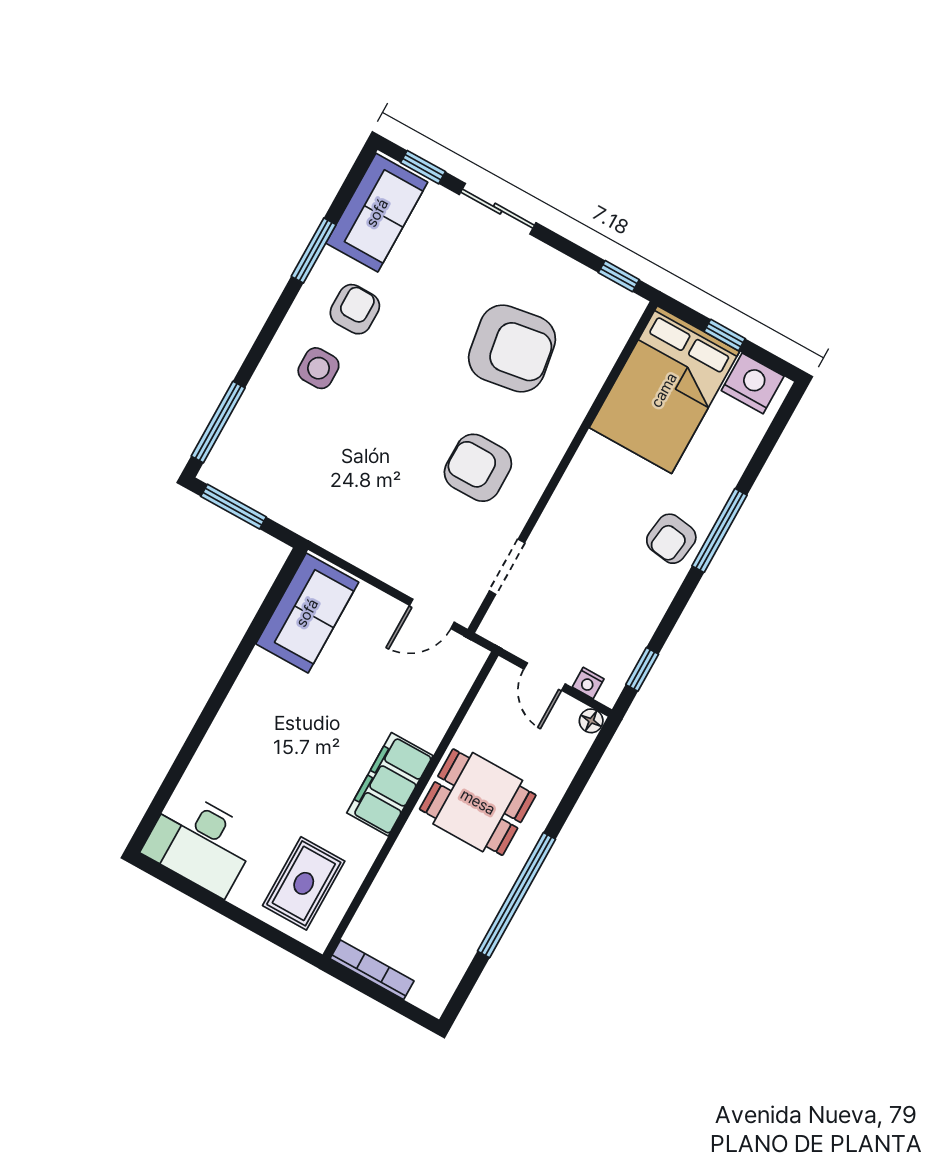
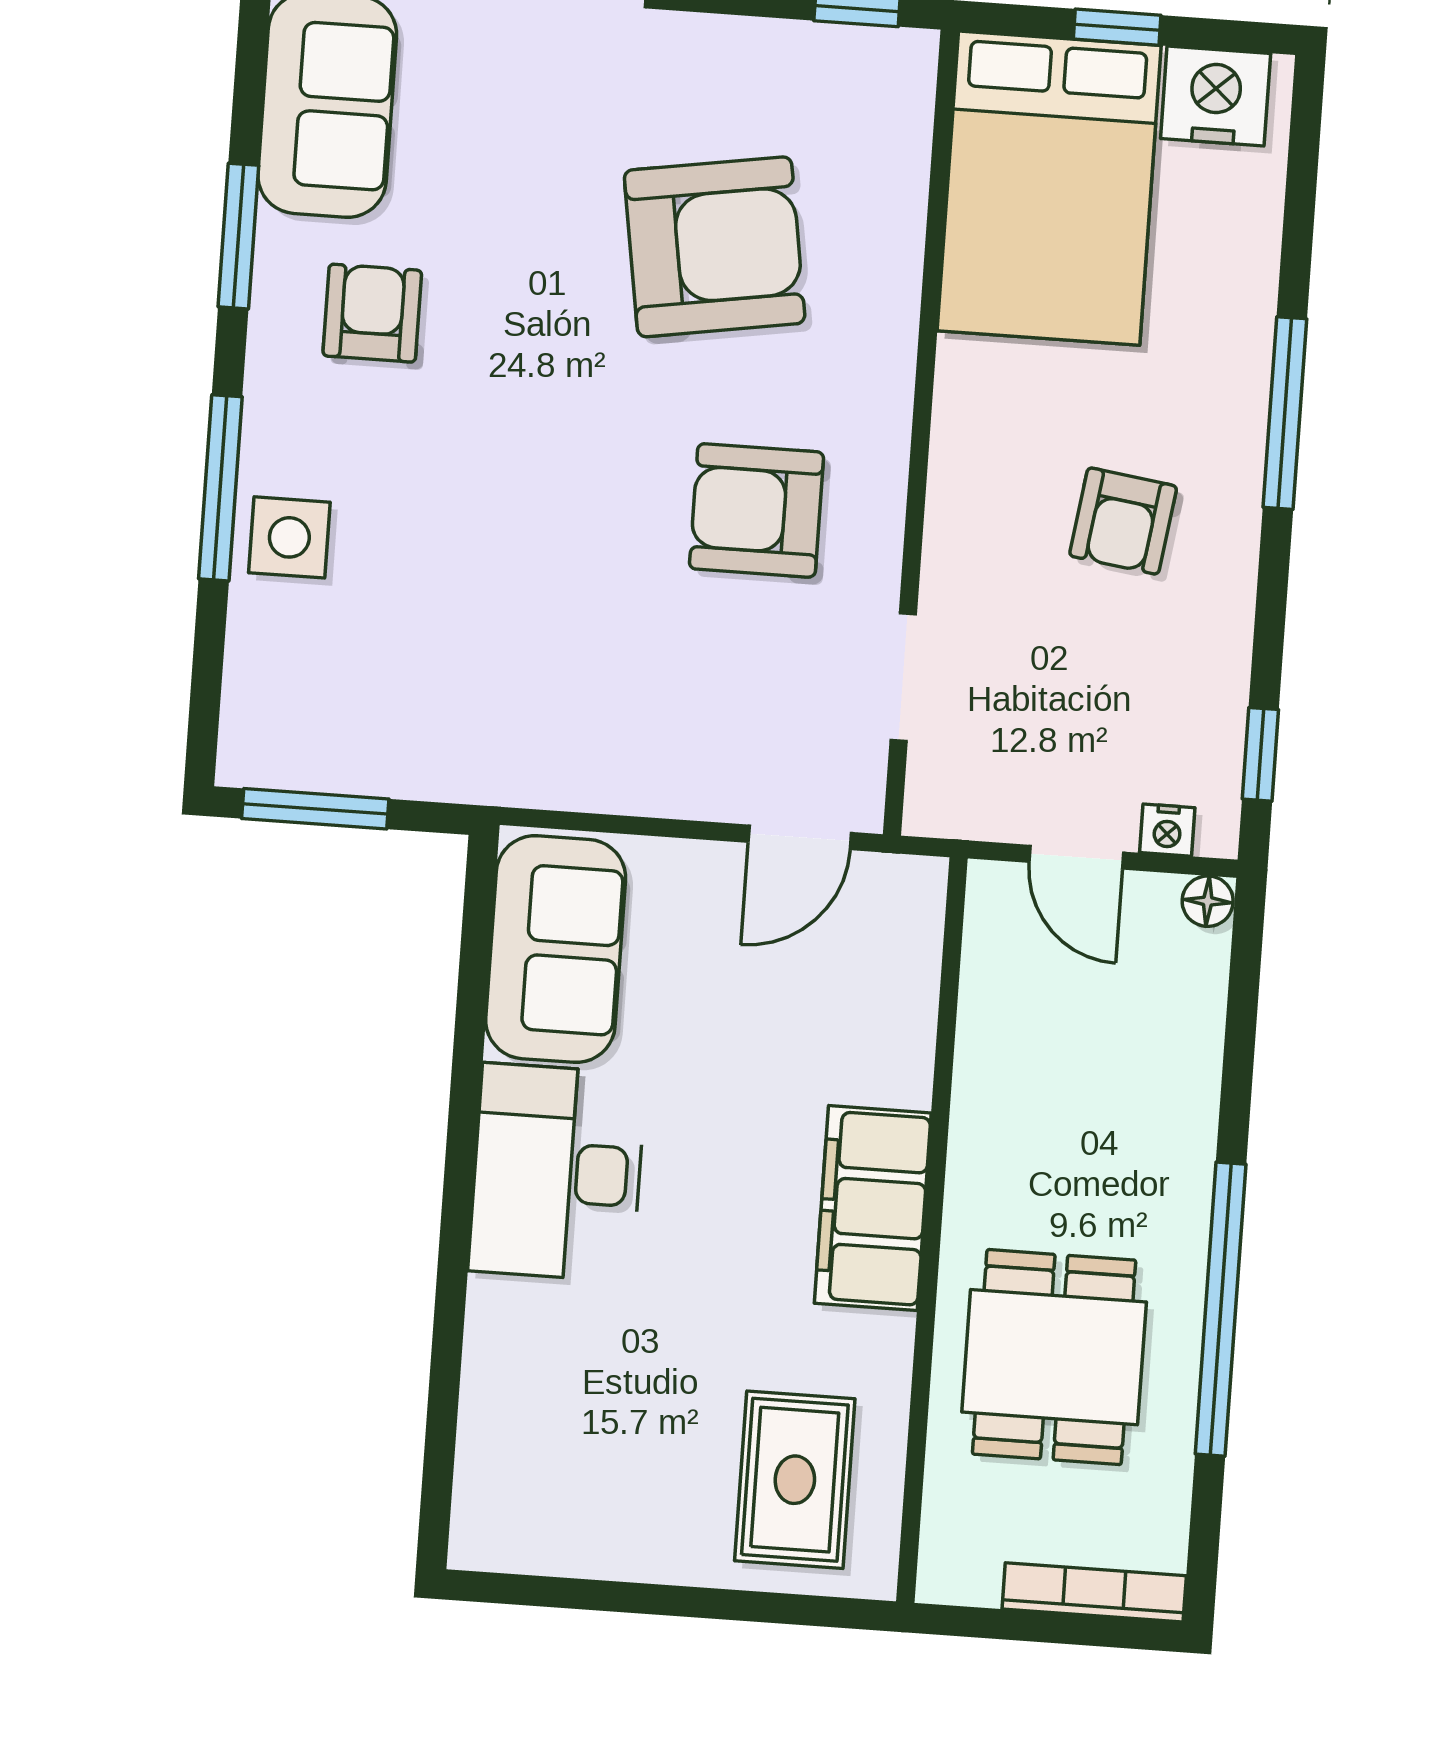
side table: (318, 368) -> (289, 537), moved
window: (218, 422) -> (220, 488), moved
armchair: (671, 539) -> (1123, 521), moved
dining table: (478, 802) -> (1054, 1357), moved, turned 90
desk: (200, 843) -> (557, 1172), moved, turned 90
bookcase: (372, 970) -> (1094, 1592), moved

